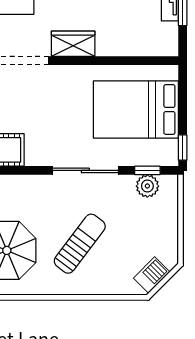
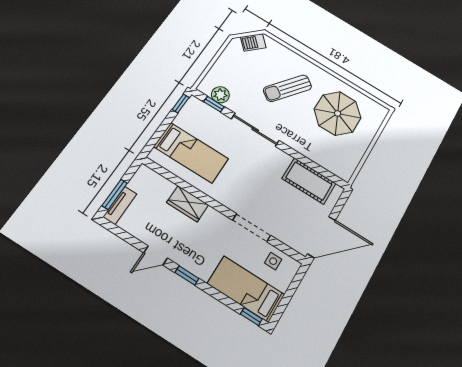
wardrobe: (73, 44) -> (188, 204), moved
bed: (136, 109) -> (191, 153), width x0.67

